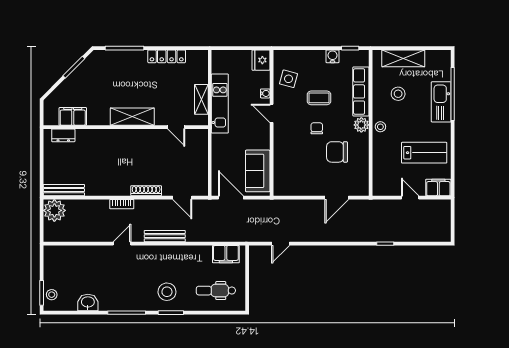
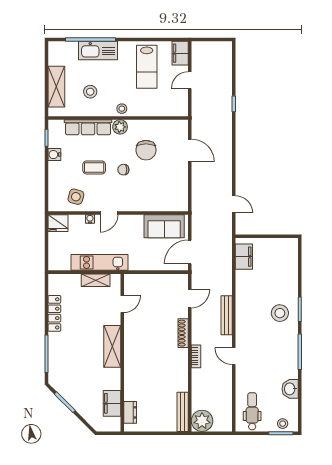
coffee table: (319, 98) -> (94, 167), turned 90
lab bench: (424, 153) -> (147, 67), turned 180
dental chair: (216, 291) -> (252, 411), moved, turned 180

